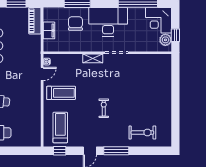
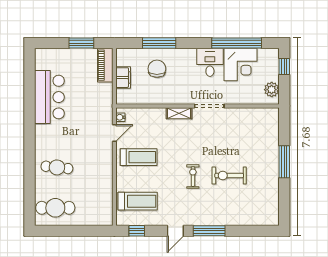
corner desk: (159, 20) -> (240, 65), moved, turned -90
desk: (108, 22) -> (210, 62), width x0.53, depth x0.77
window: (175, 35) -> (284, 66), moved
window: (175, 97) -> (284, 162), added
treadmill: (60, 127) -> (138, 201), turned 90
exercise bike: (142, 133) -> (229, 175), moved, turned 180

